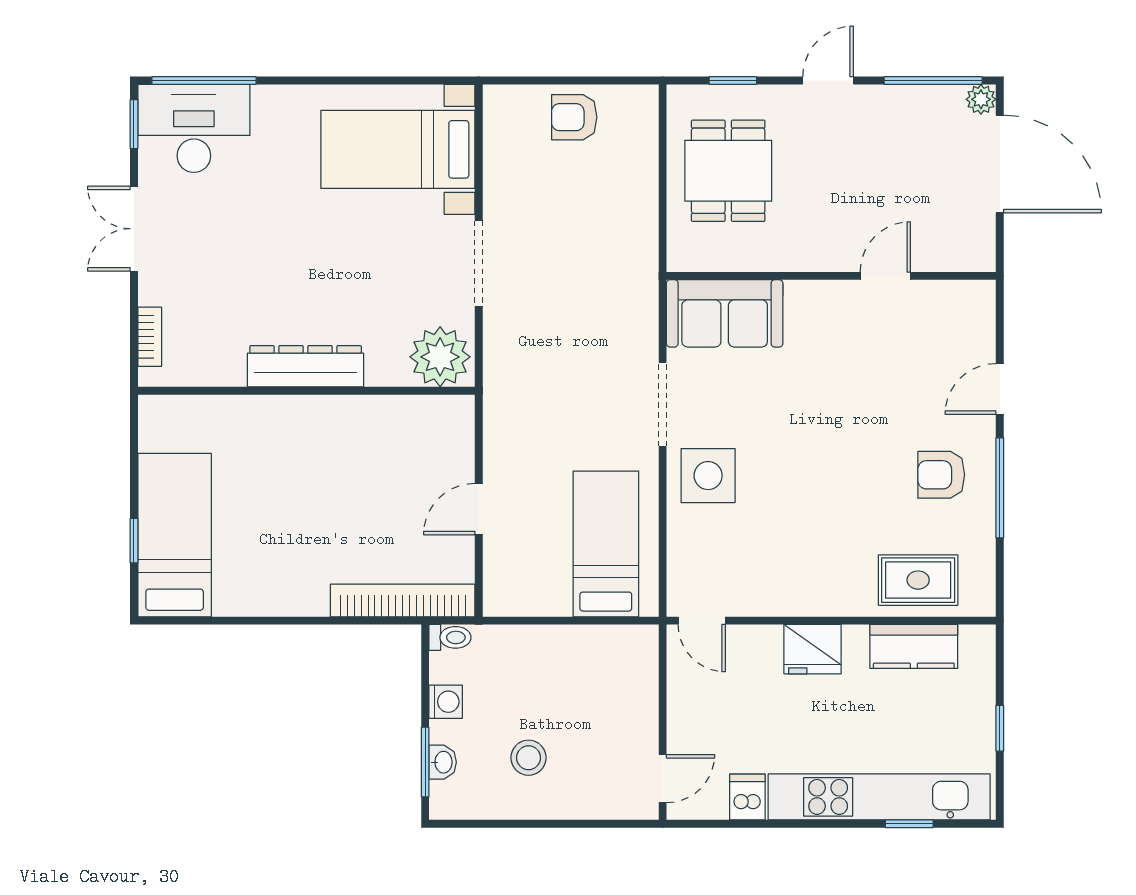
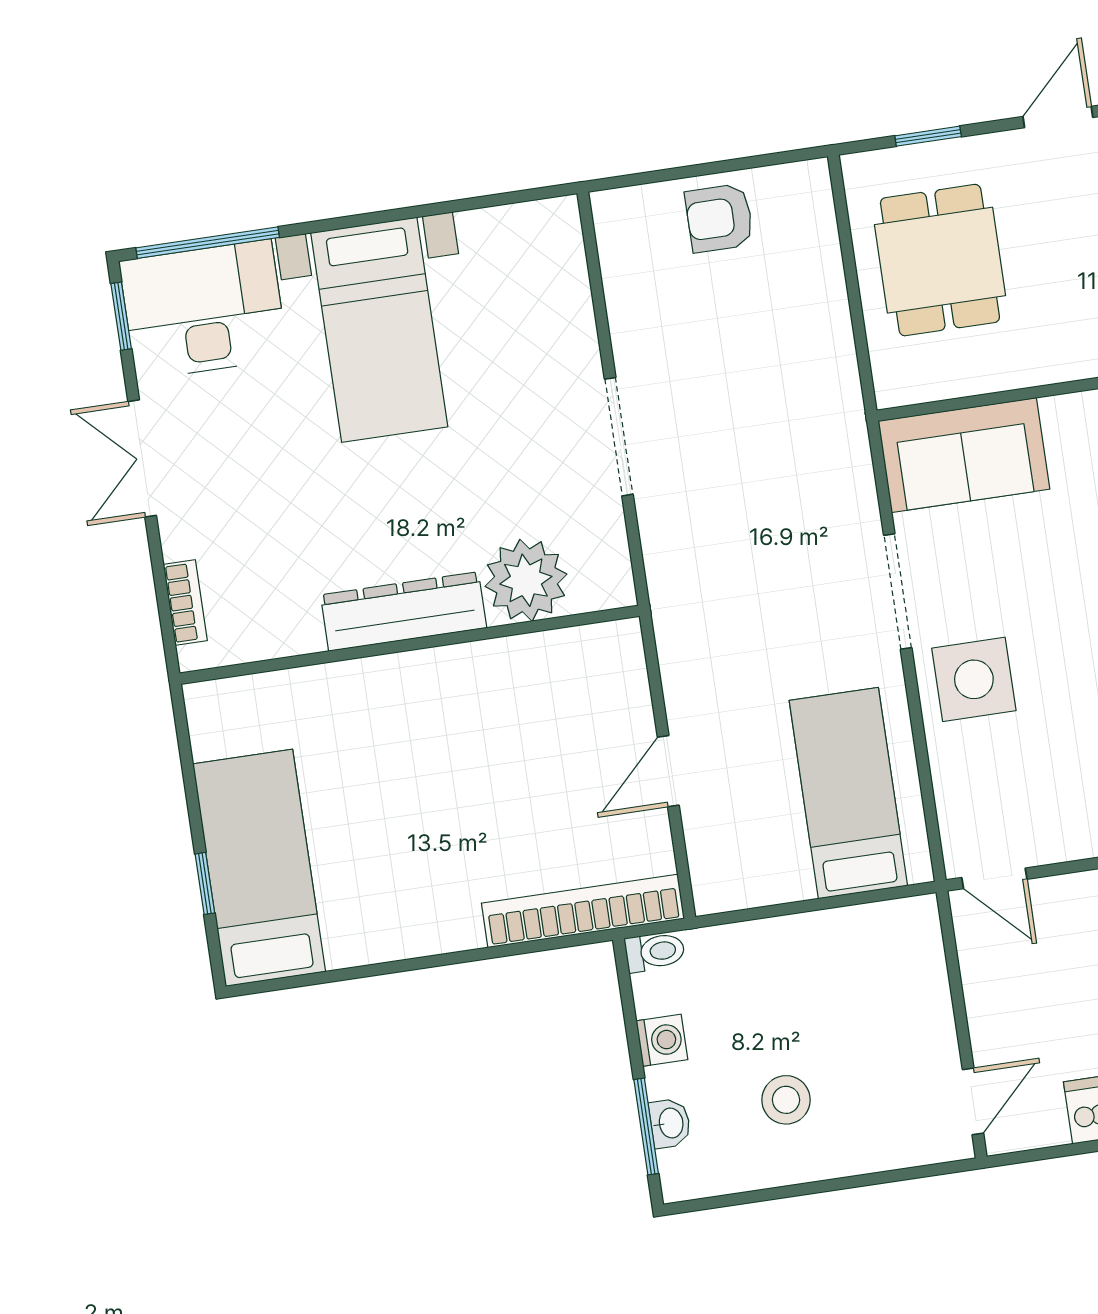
bed with nightstands: (398, 149) -> (379, 330), moved, turned -90
plant: (440, 357) -> (526, 580), moved

